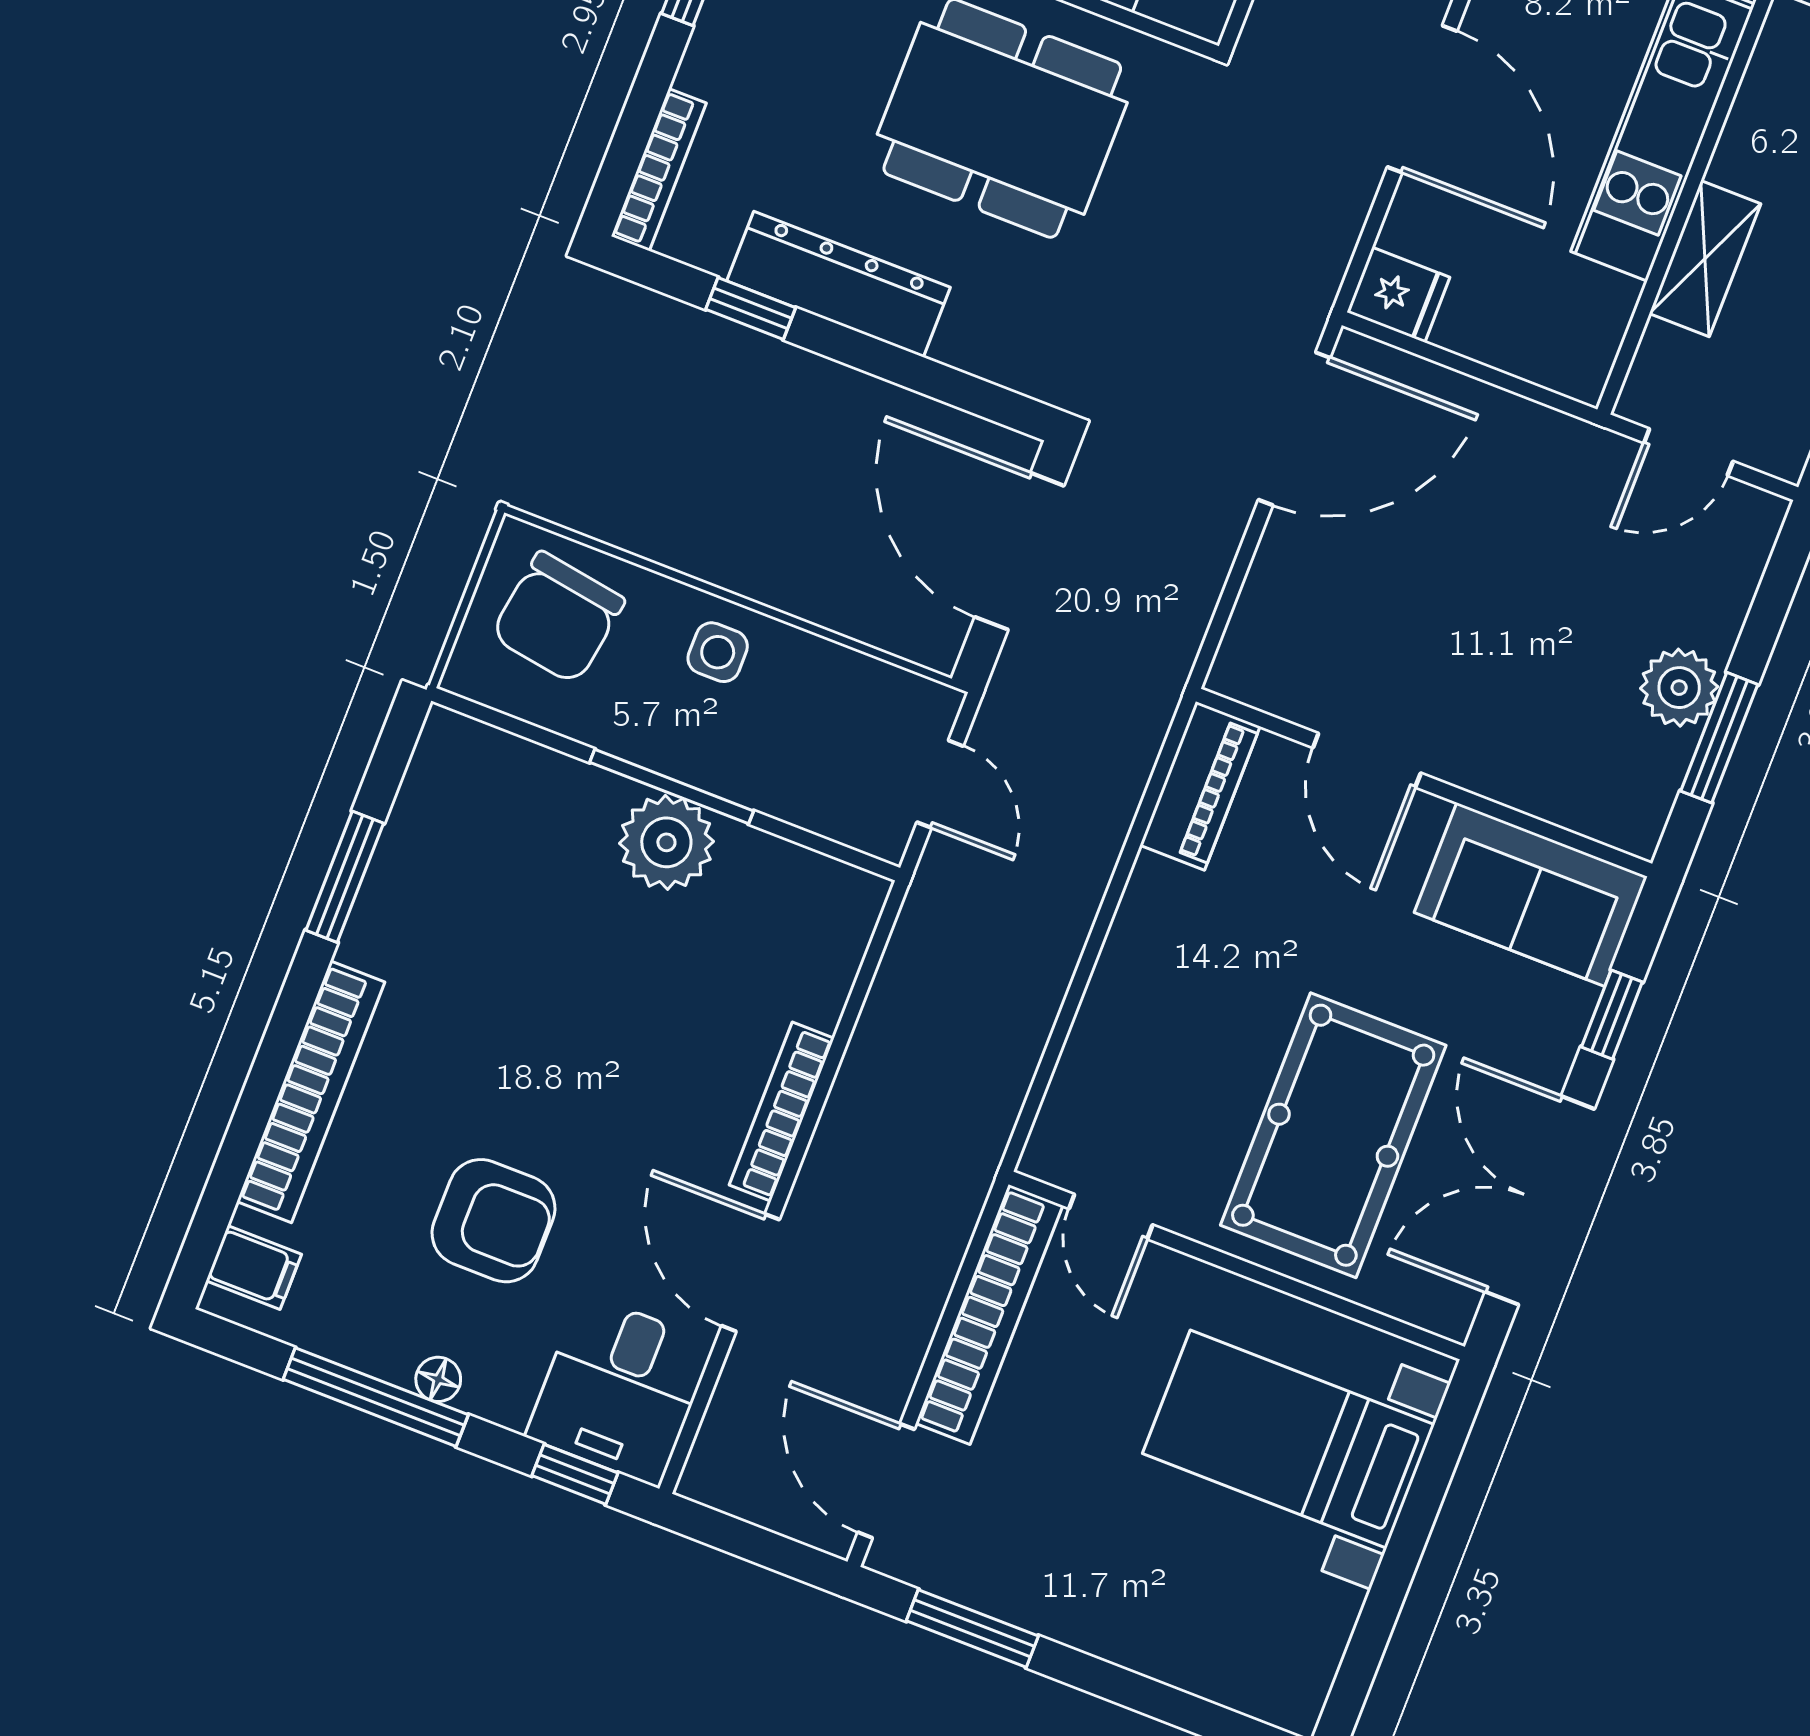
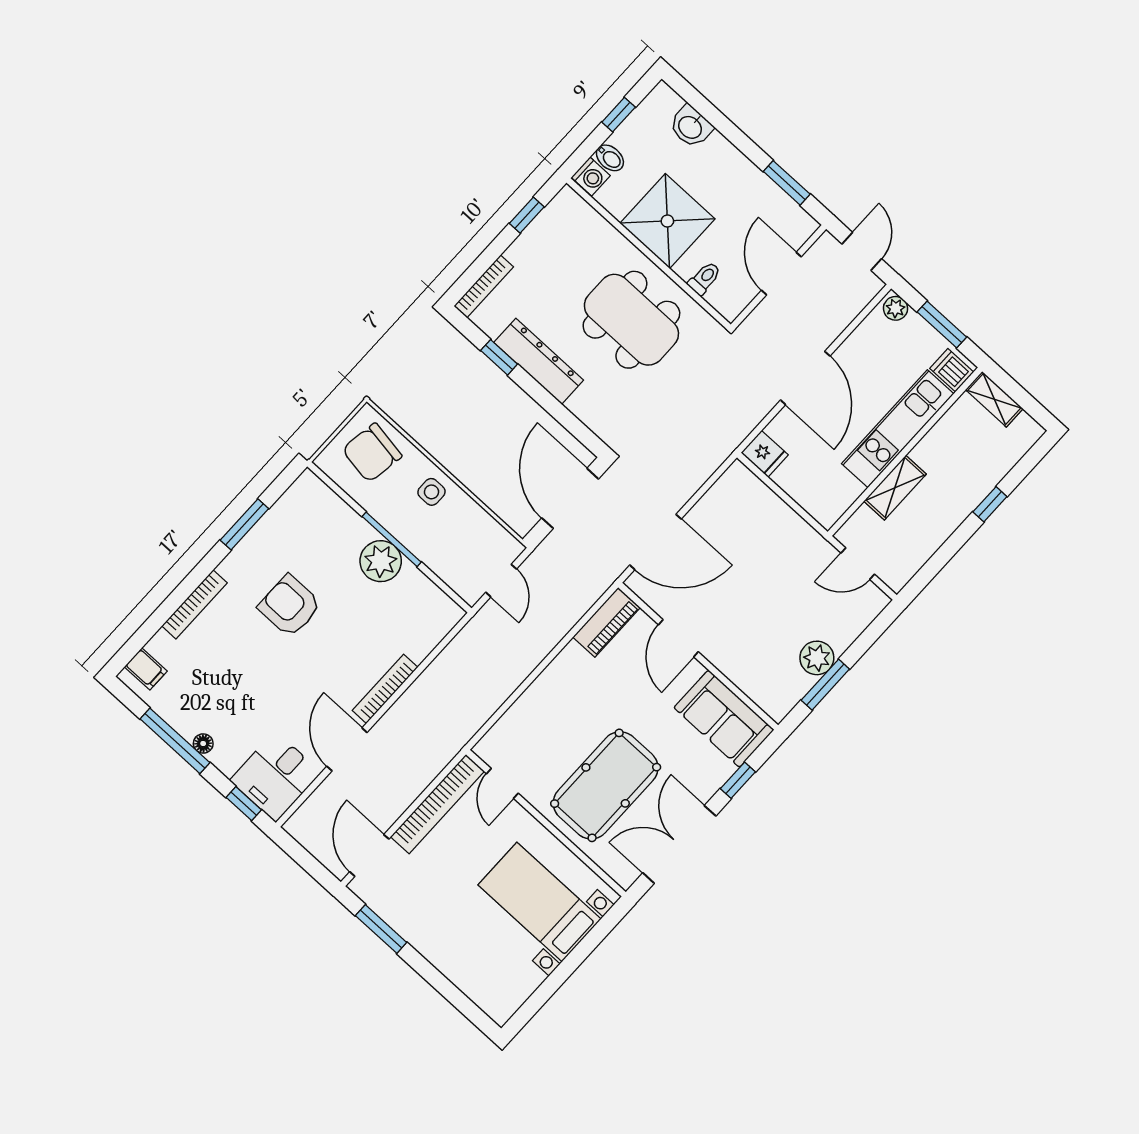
door: (1294, 429) -> (655, 542), moved
bookcase: (311, 1092) -> (194, 604), width x0.68, depth x0.76
armchair: (494, 1221) -> (290, 606), moved, turned 180

